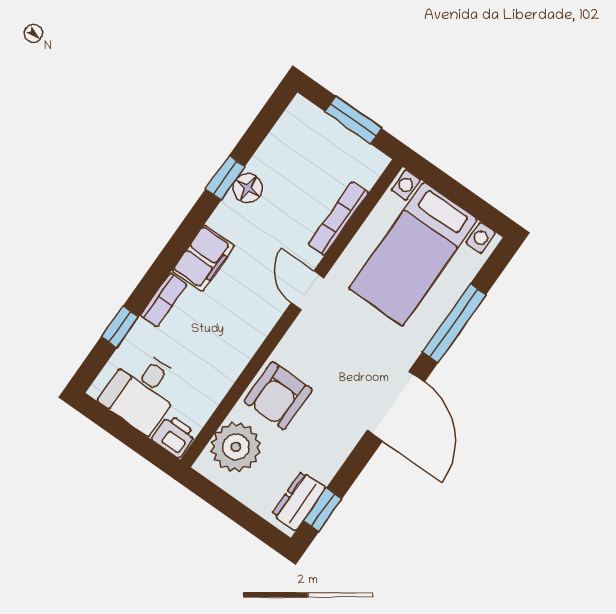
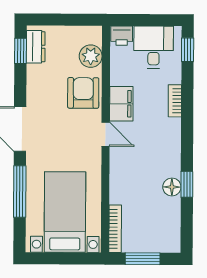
bookcase: (338, 218) -> (115, 229), moved
filing cabinet: (203, 258) -> (121, 104), moved, turned 180
door: (308, 290) -> (106, 134), moved
window: (120, 327) -> (188, 50), moved
plant: (236, 447) -> (91, 56), width x0.73, depth x0.73

